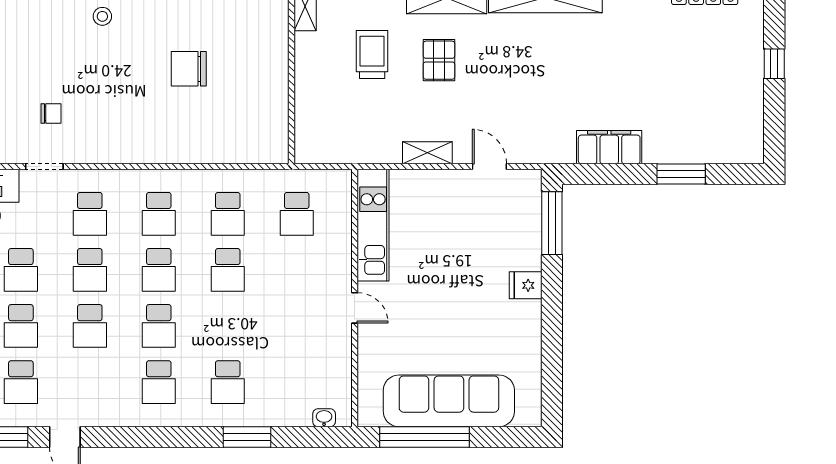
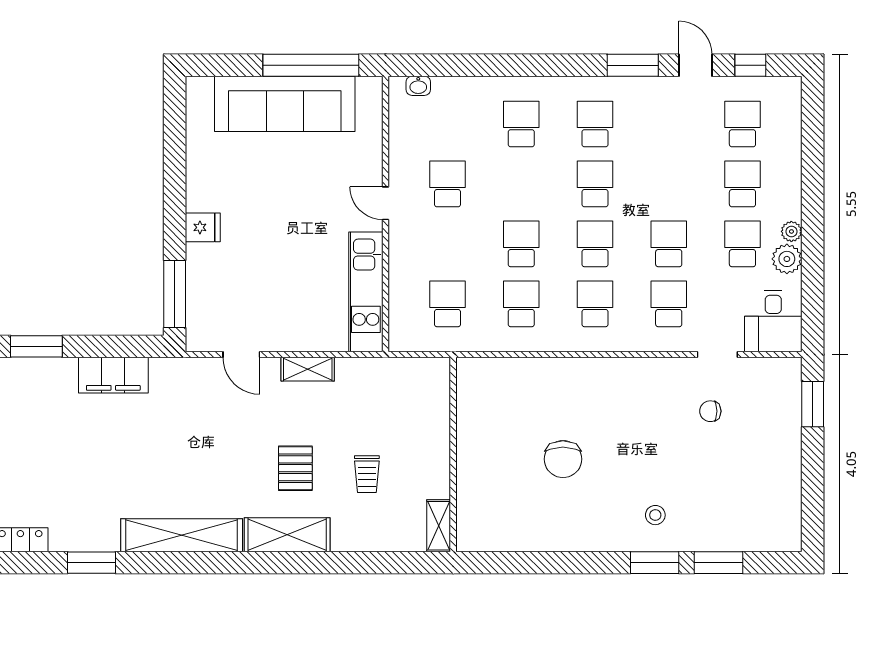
trolley: (372, 55) -> (367, 474), width x0.73, depth x0.72
chair: (189, 69) -> (563, 459), turned 90
school desk: (90, 326) -> (447, 184), moved
window: (247, 437) -> (633, 65), moved

